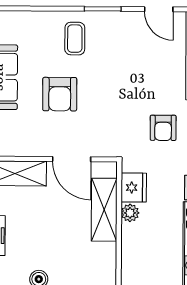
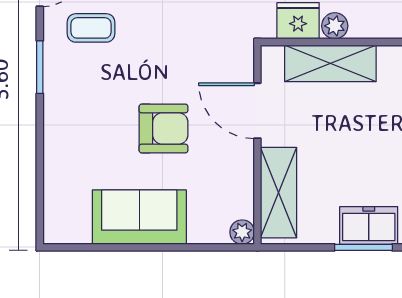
coffee table: (75, 39) -> (91, 28), moved
door: (72, 159) -> (257, 111), swing flipped

